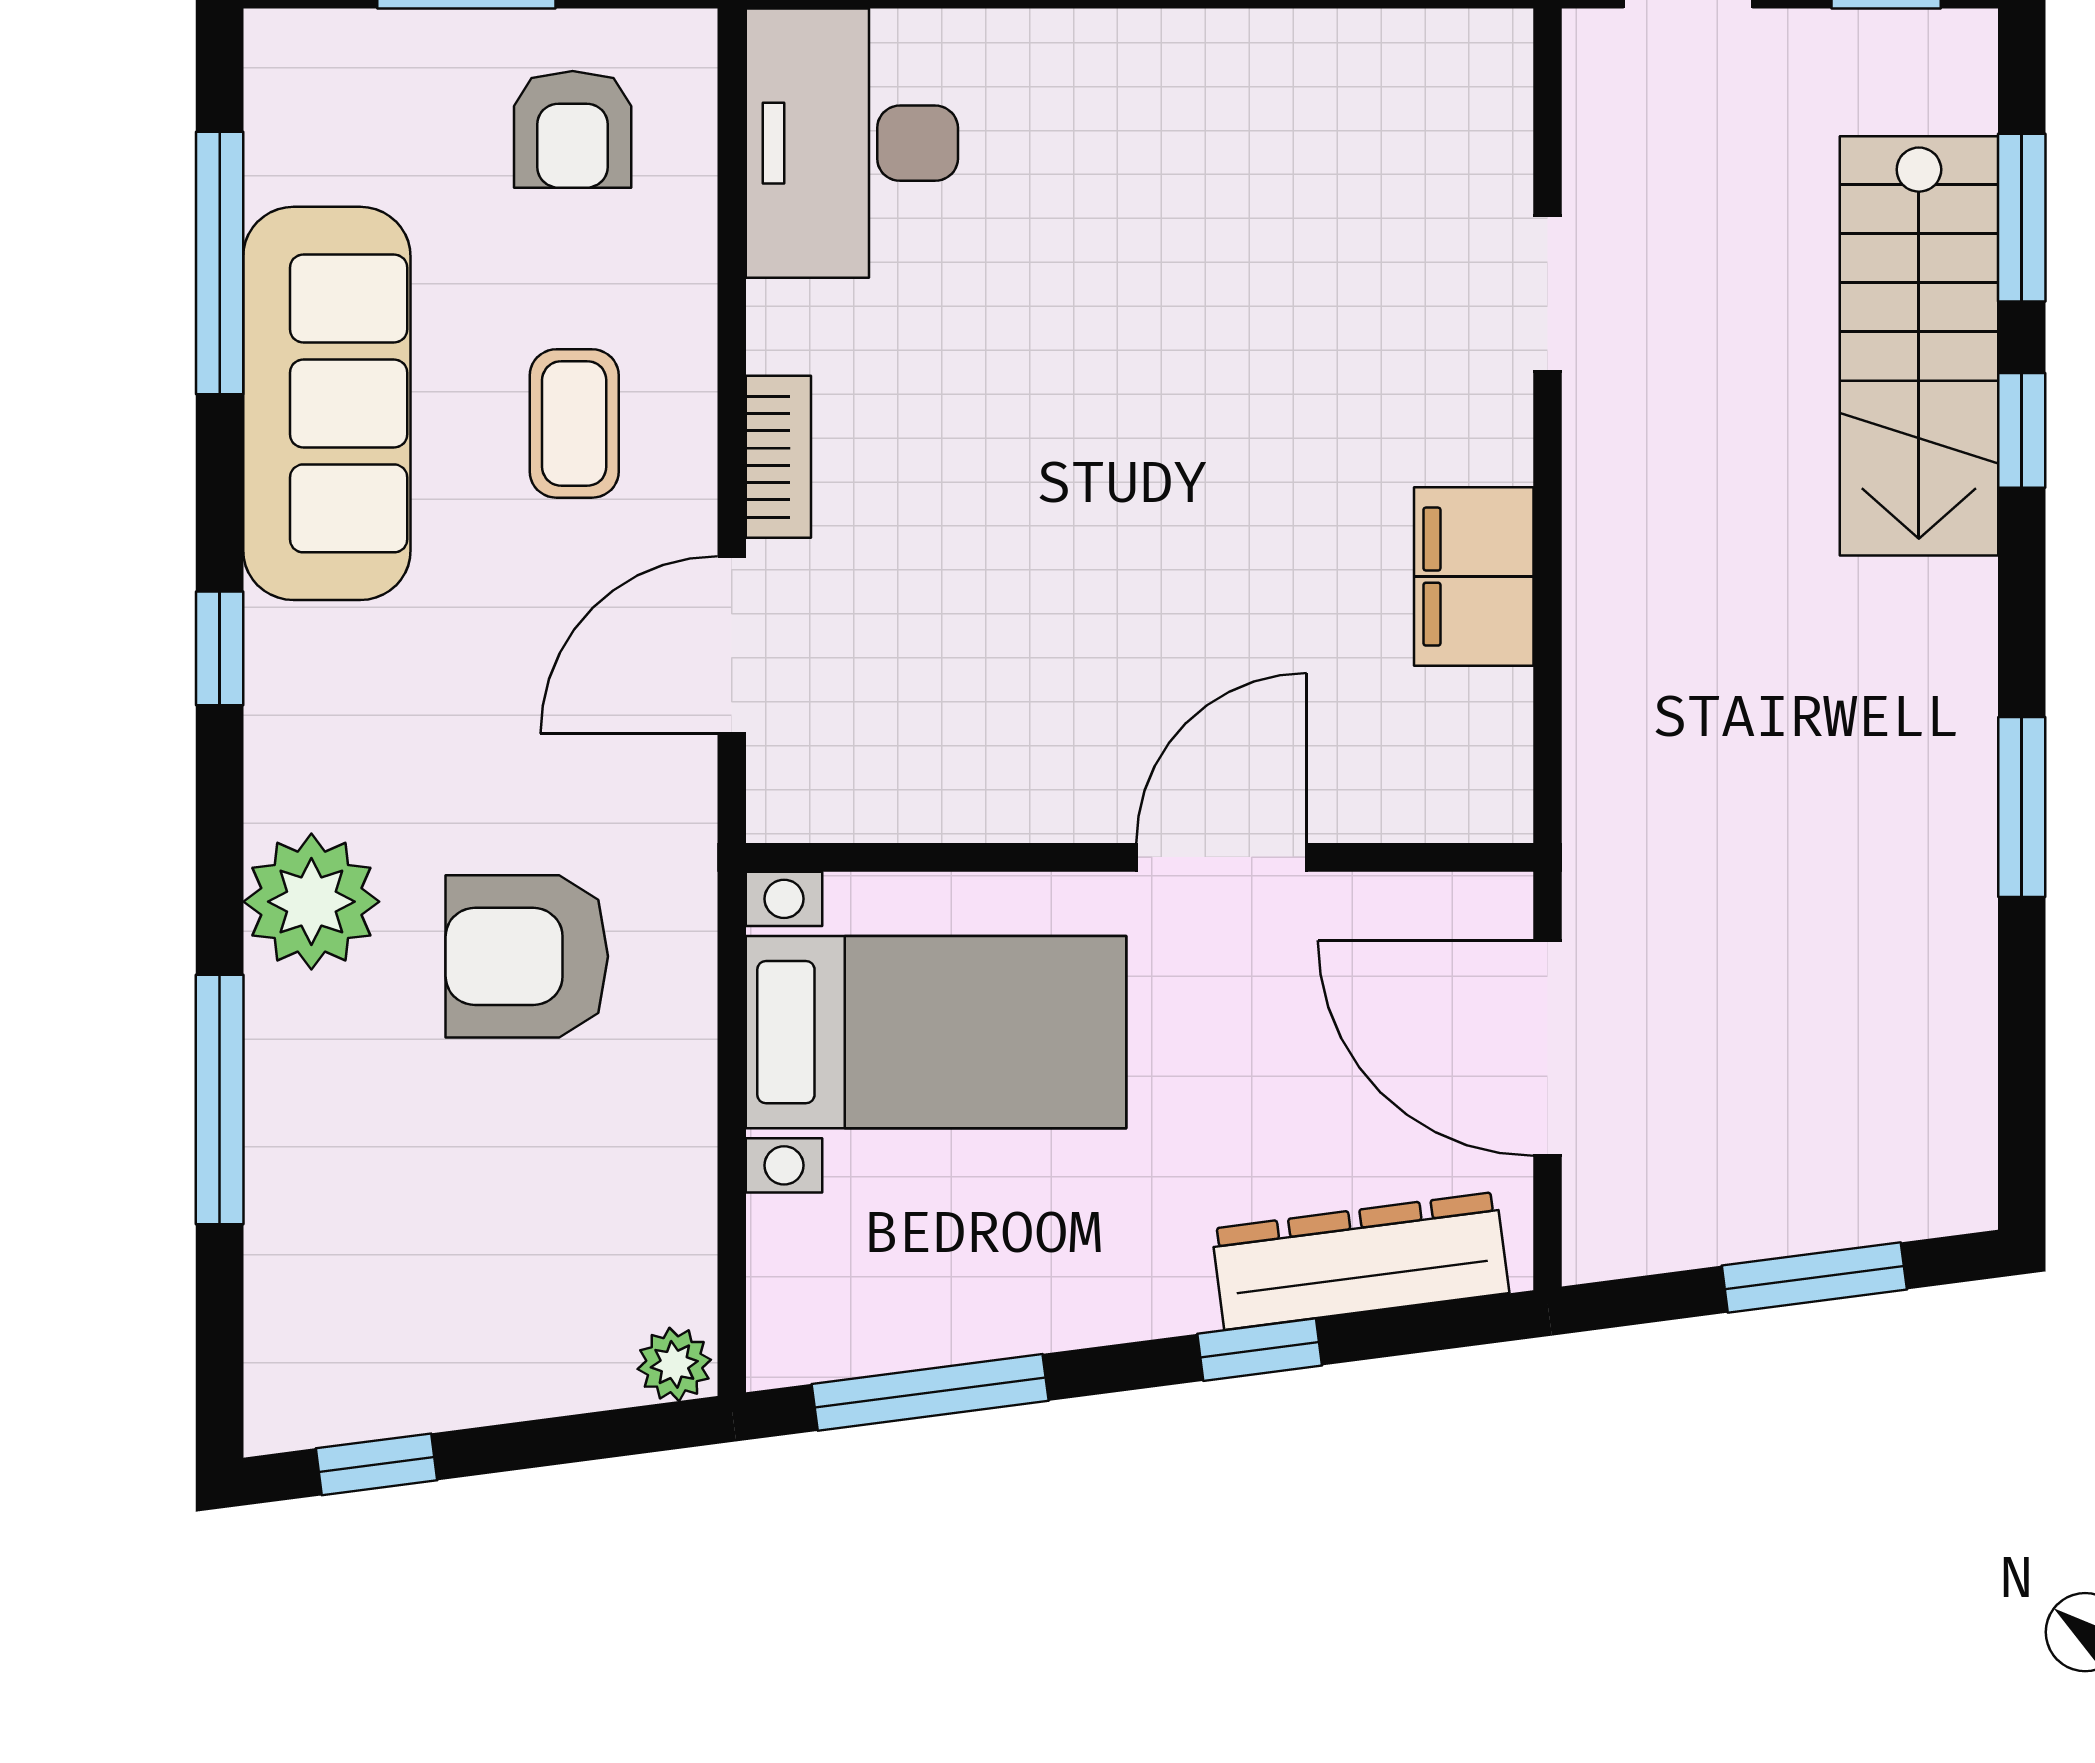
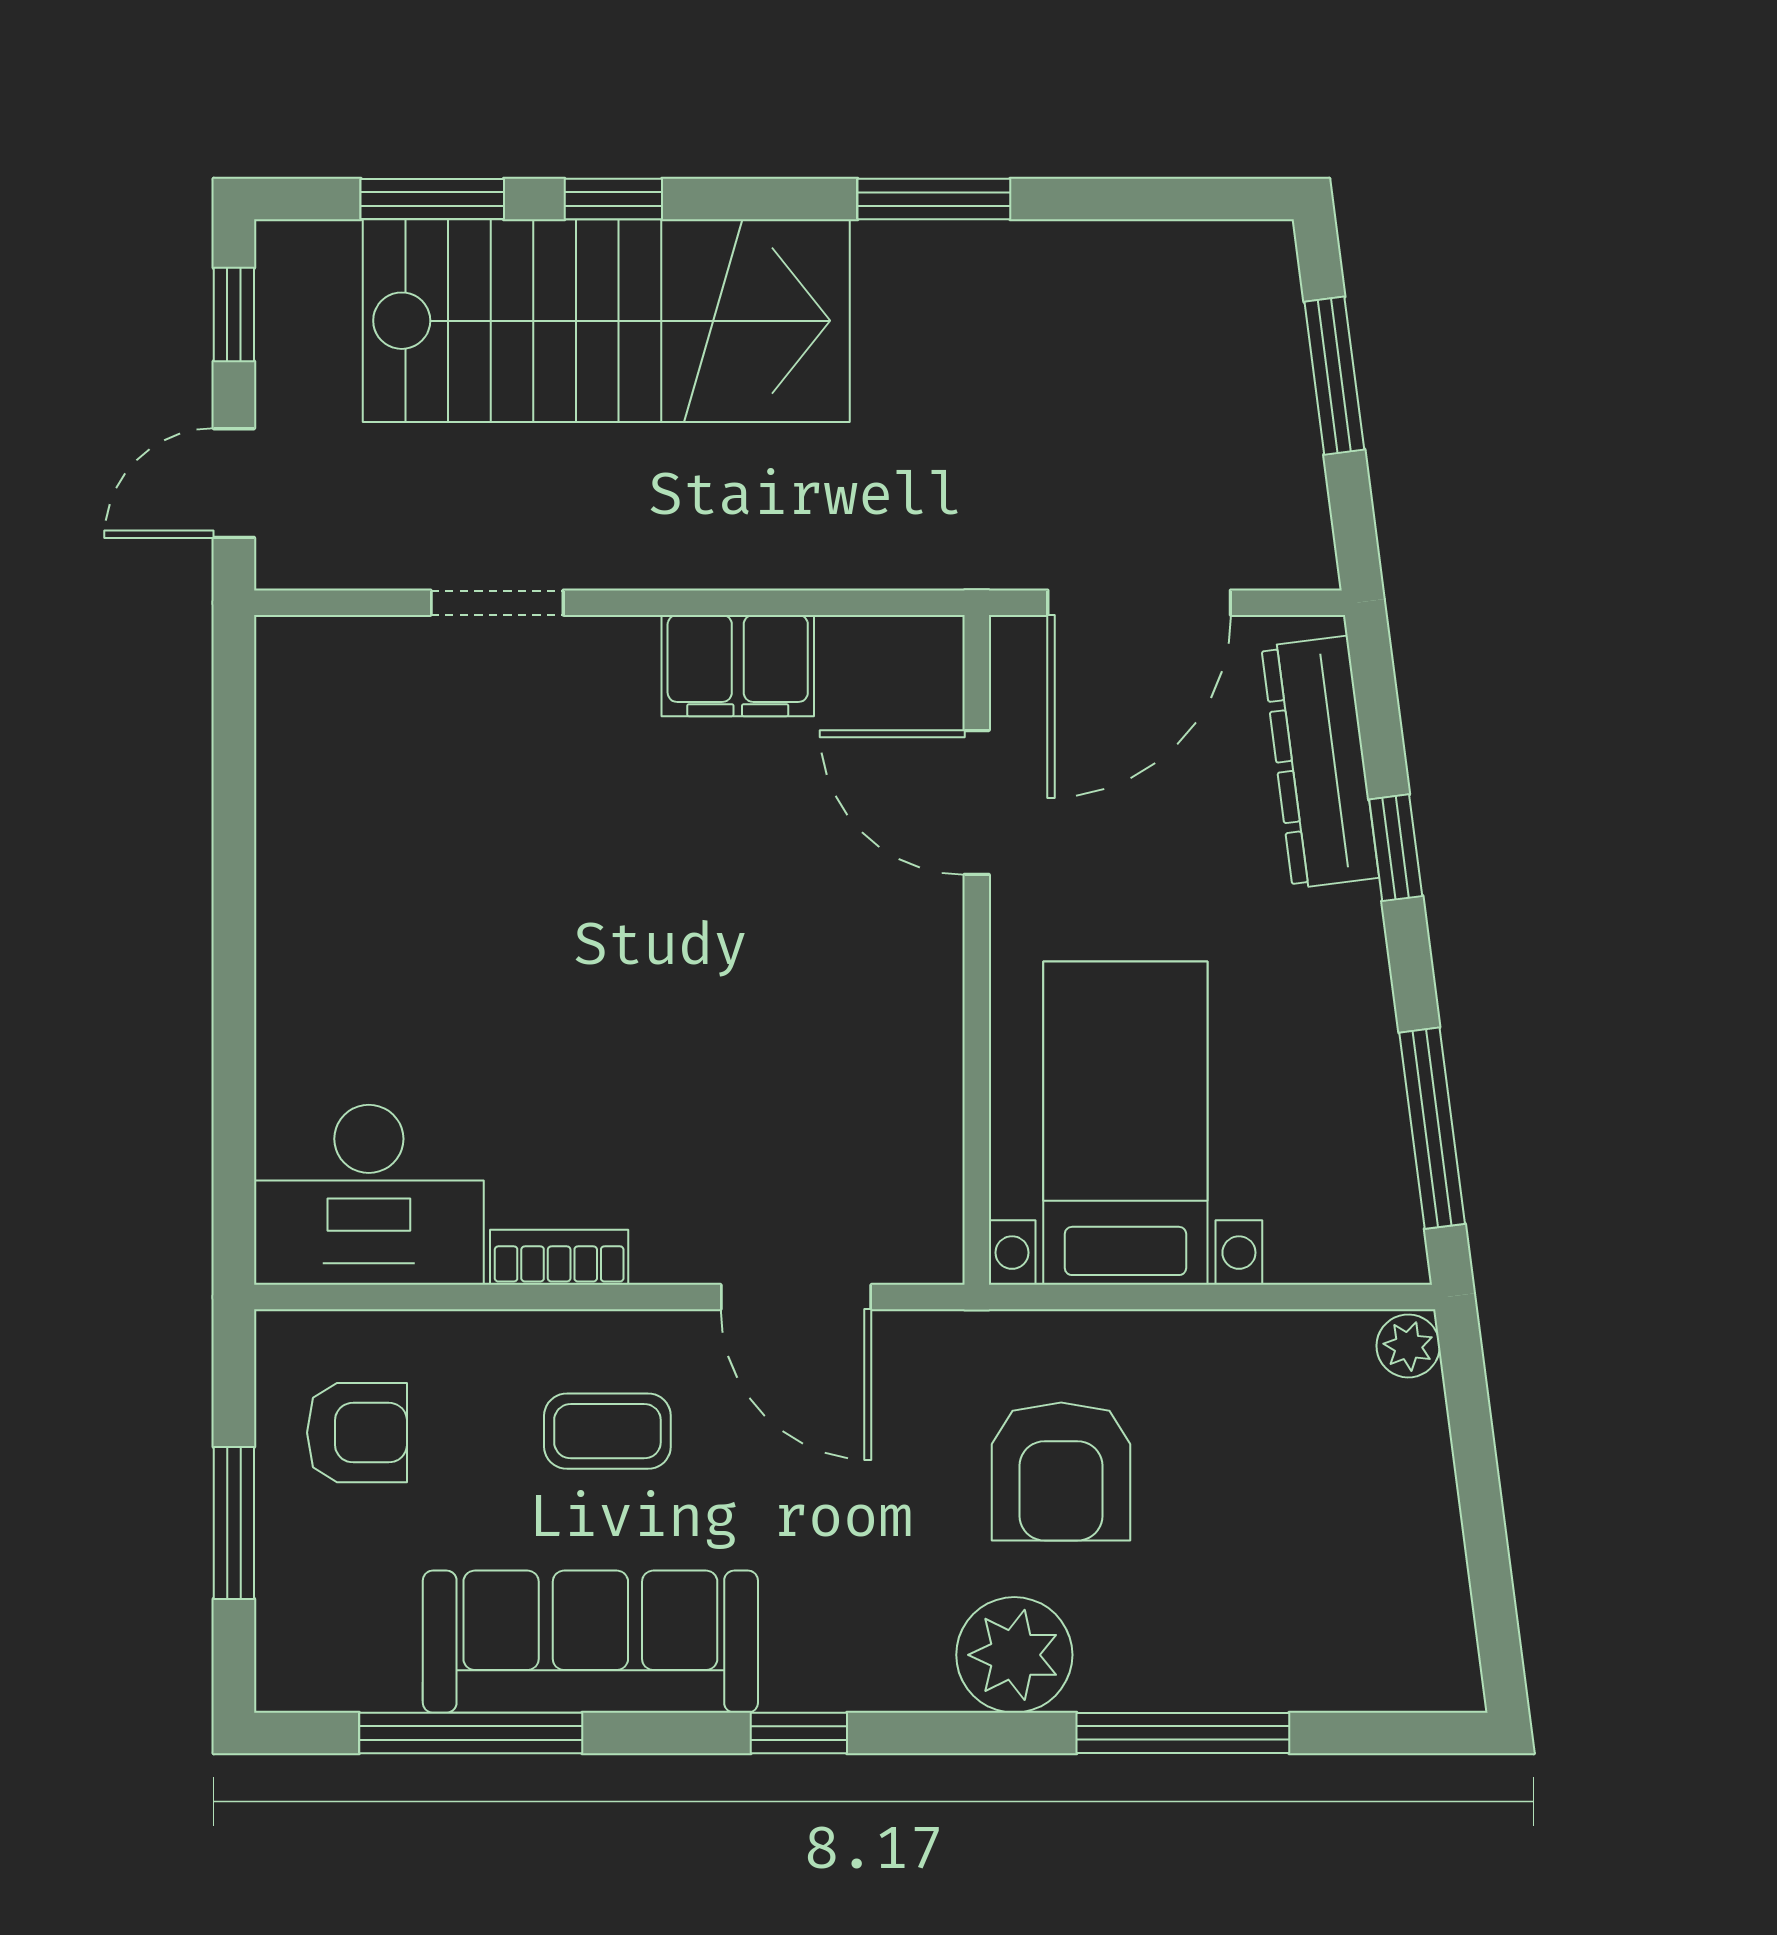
stairs: (1919, 346) -> (606, 321), width x1.36, depth x1.51
bookcase: (778, 457) -> (559, 1257), moved
door: (1221, 857) -> (977, 802), moved
window: (377, 1464) -> (1493, 1599), removed

